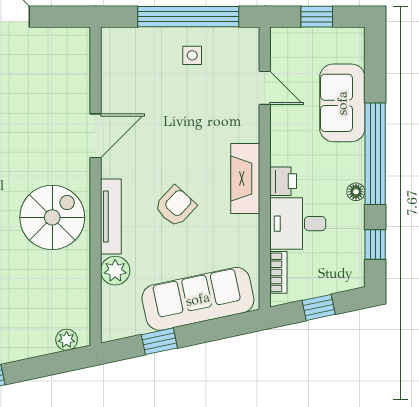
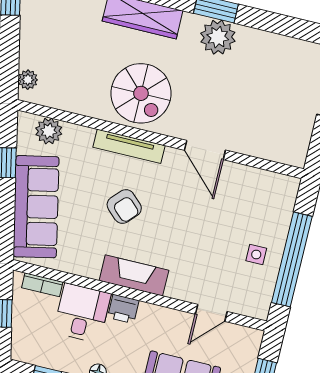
plant: (115, 271) -> (49, 131), moved

